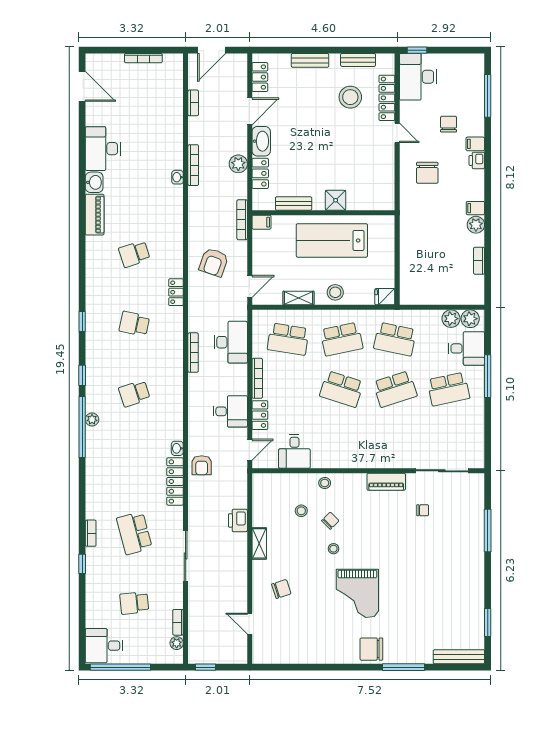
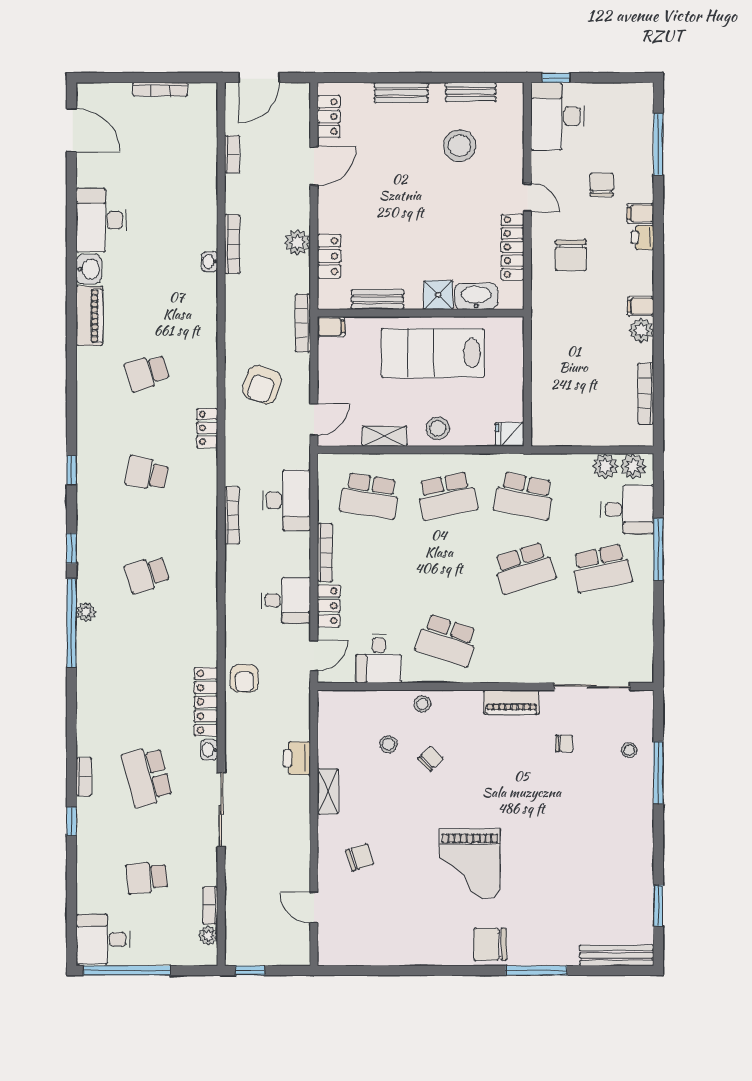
locker: (387, 98) -> (513, 247), moved
washbasin: (261, 141) -> (476, 296), moved, turned -90
bookcase: (479, 261) -> (646, 394), width x1.56
school desk: (342, 389) -> (447, 640), moved
washbasin: (177, 448) -> (209, 750), moved
stool: (333, 549) -> (629, 750), moved

